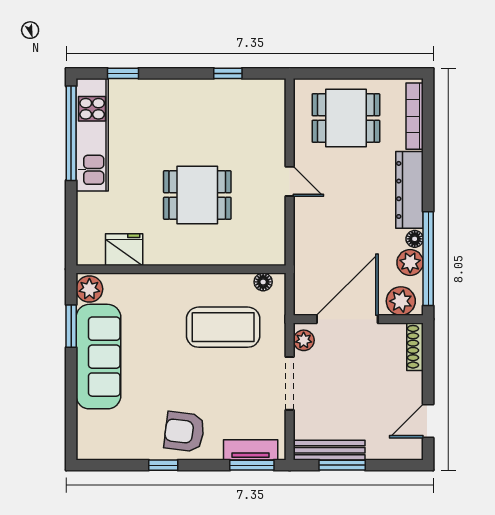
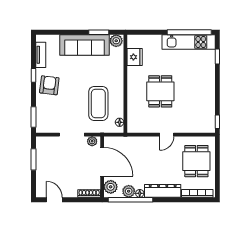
window: (228, 73) -> (217, 122), moved
tv unit: (251, 450) -> (41, 55), moved
bench: (329, 450) -> (41, 153), removed

